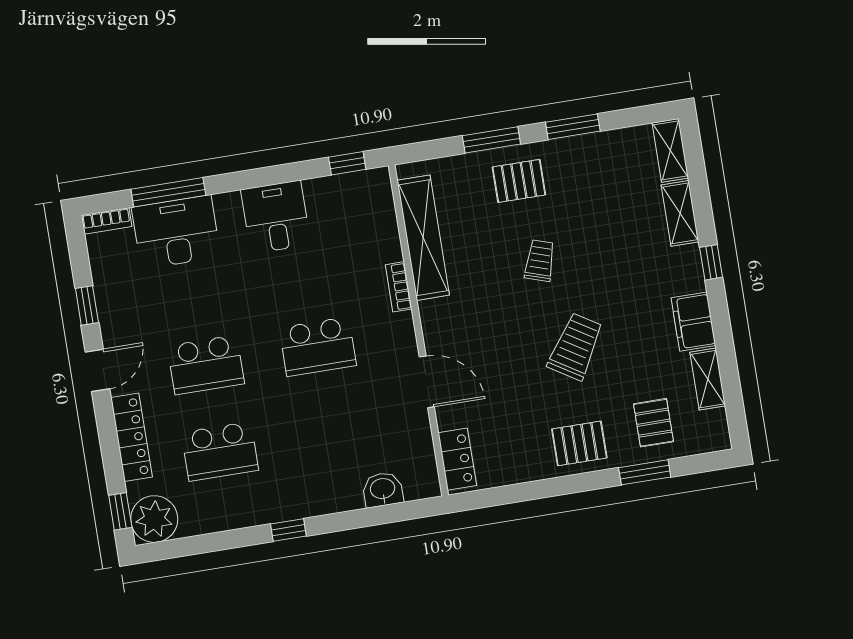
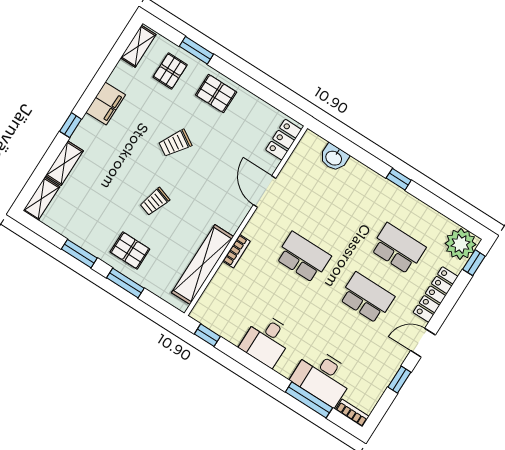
trolley: (575, 347) -> (175, 143), width x0.73, depth x0.72
shelving: (708, 379) -> (138, 46), moved

